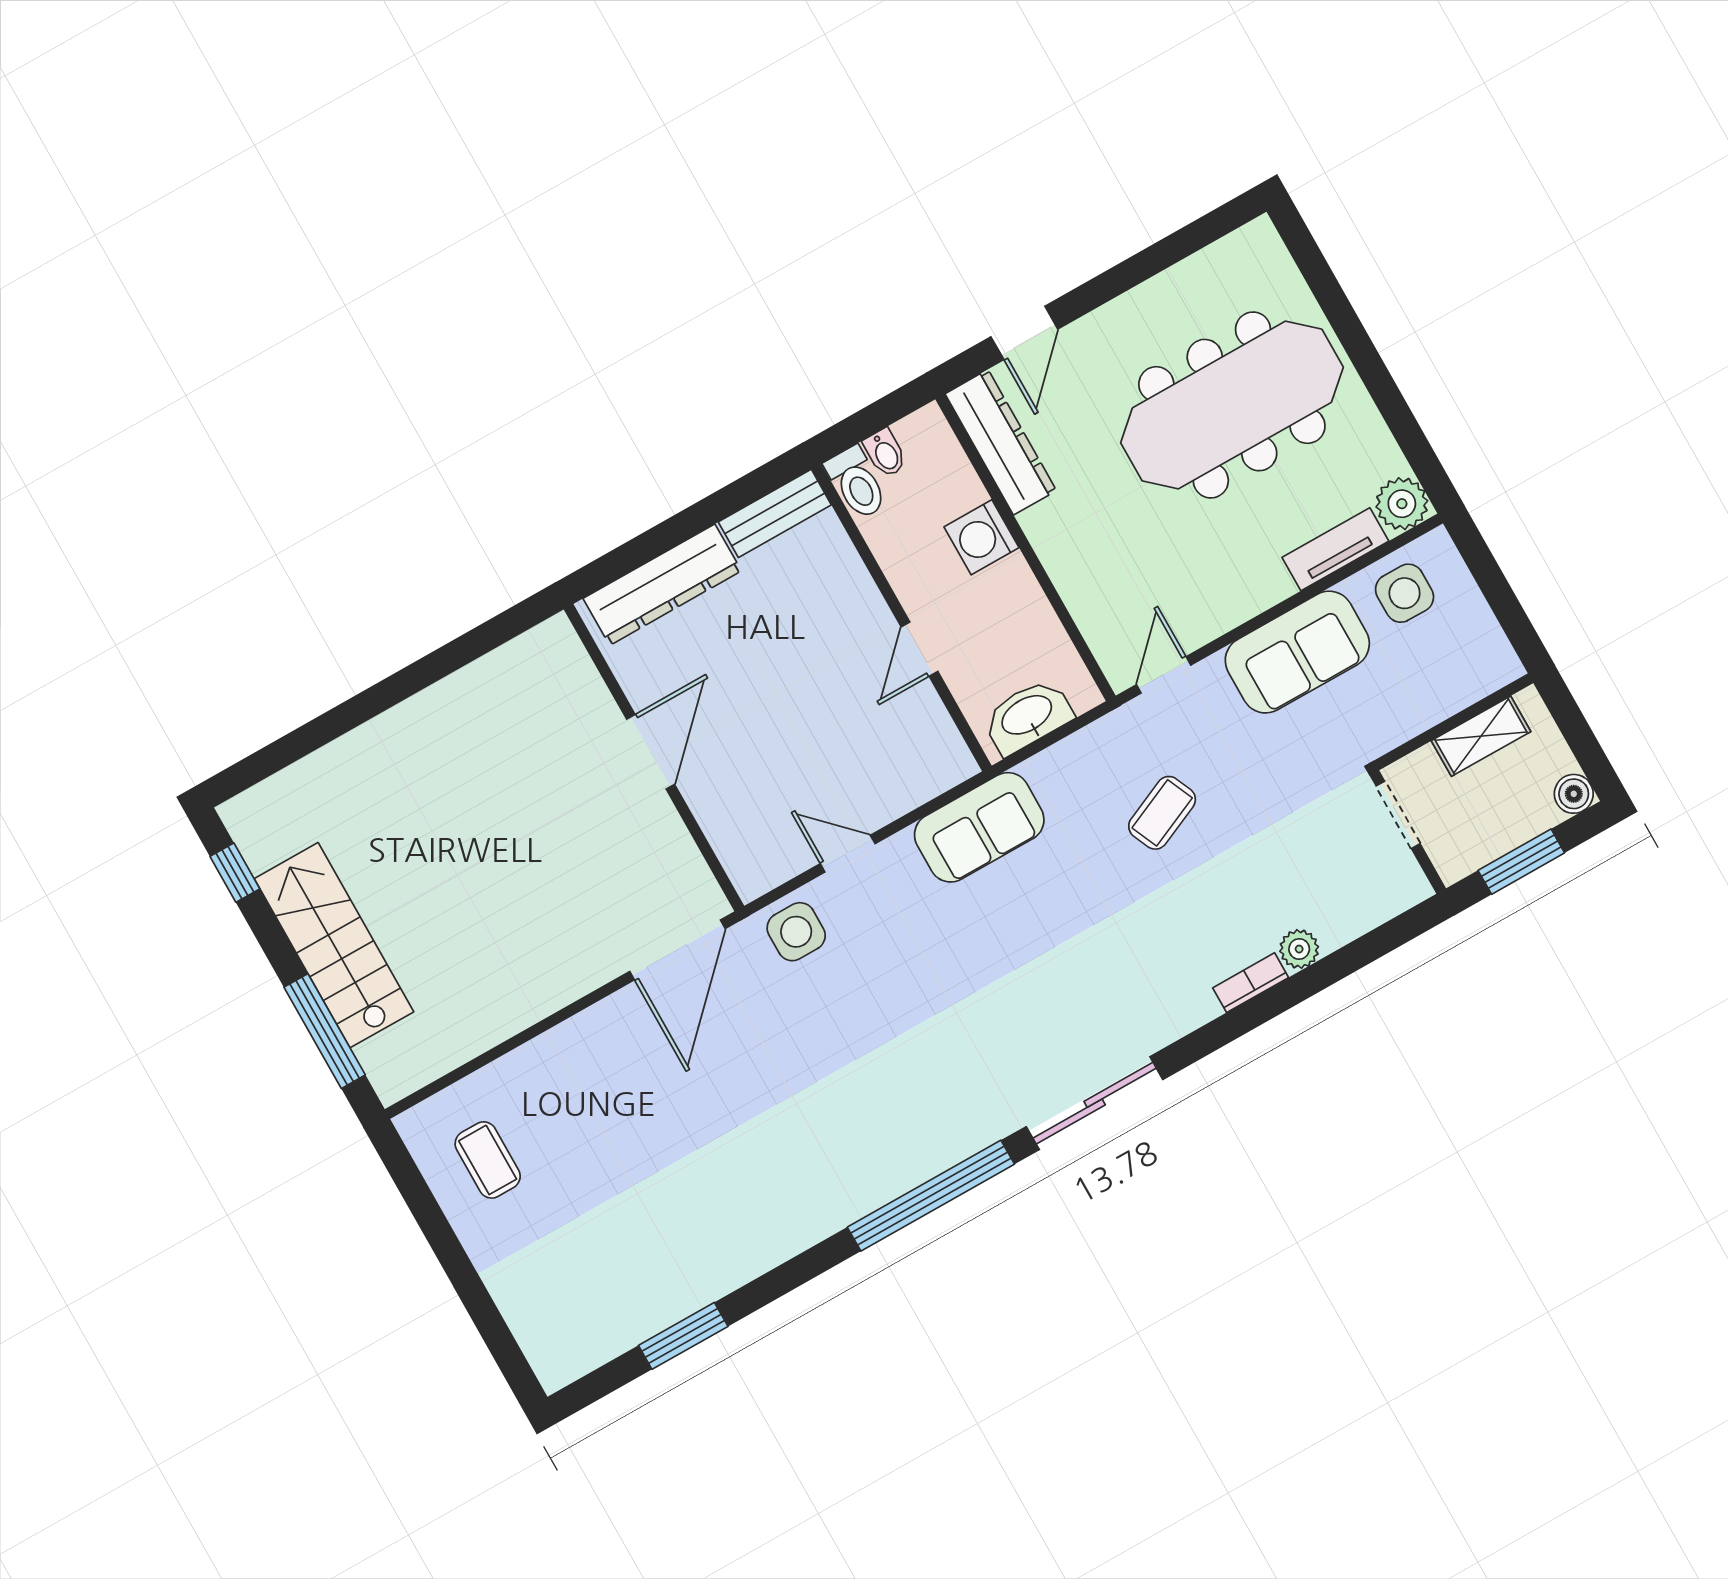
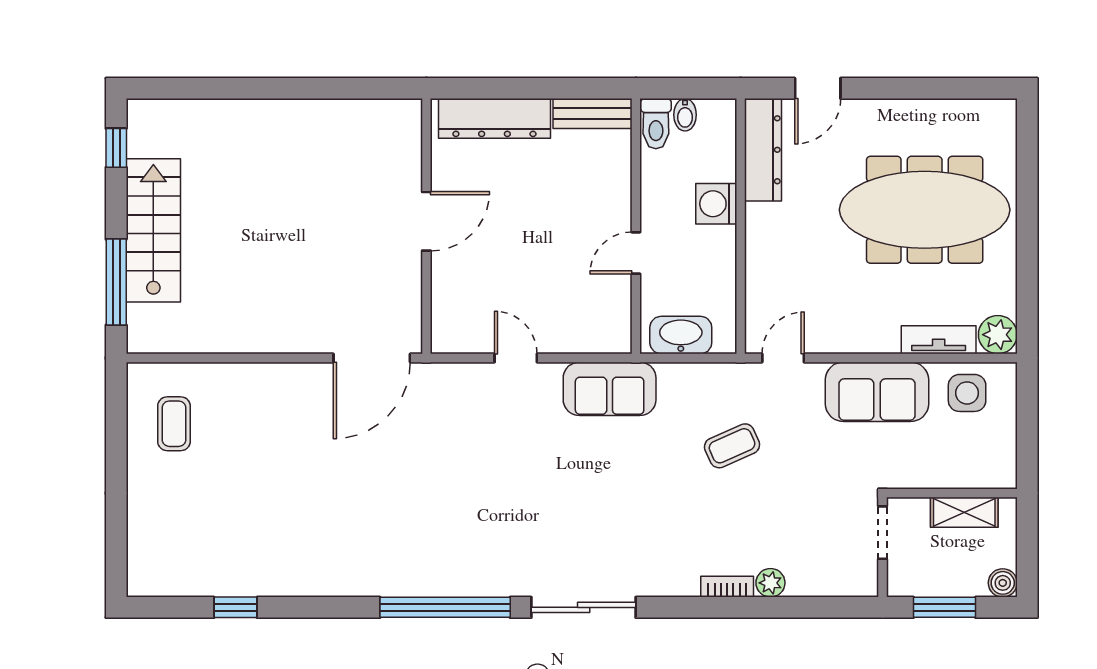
side table: (796, 932) -> (454, 389), removed
window: (683, 1336) -> (235, 607), width x0.67

